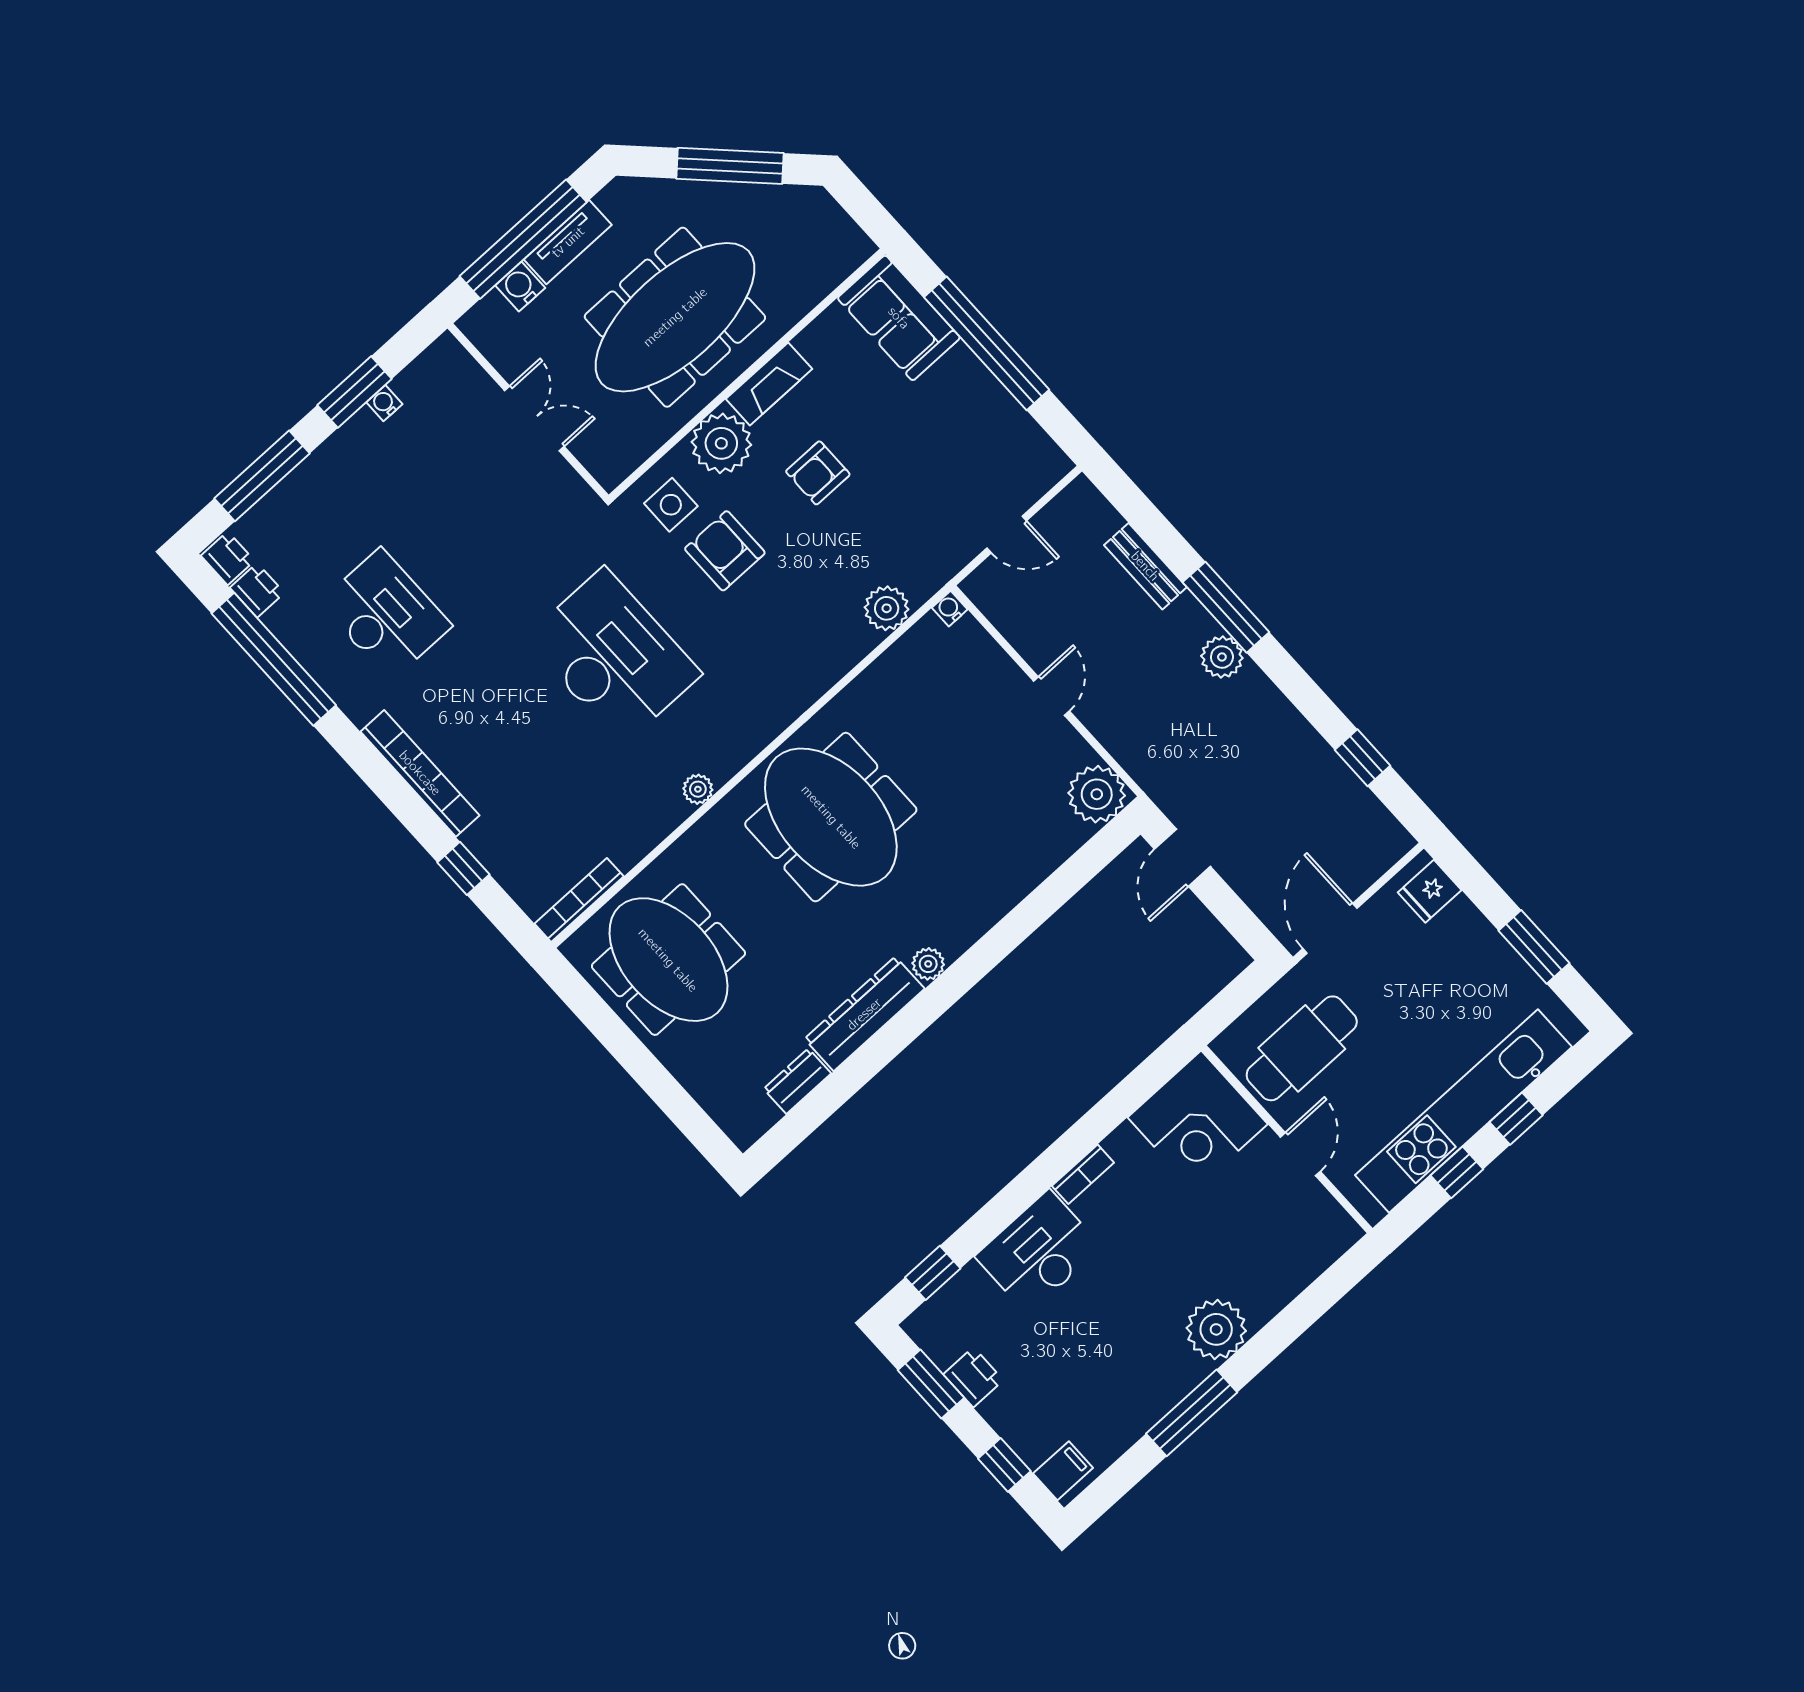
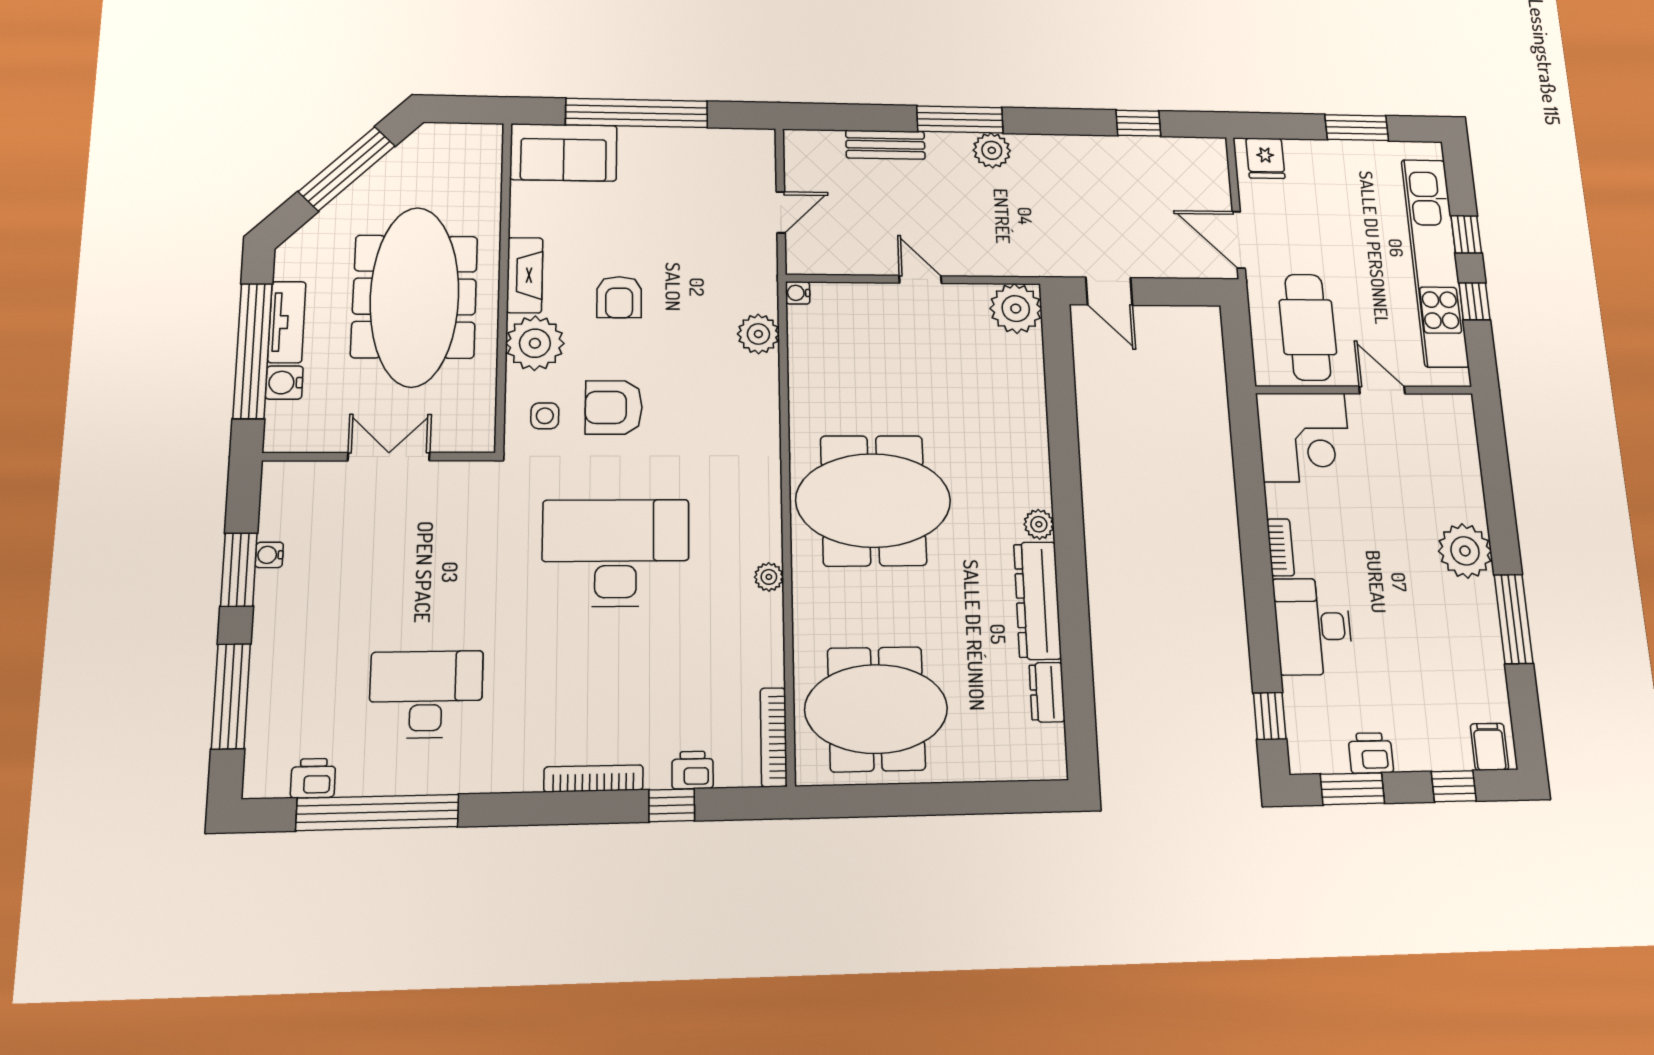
side table: (671, 505) -> (545, 416), width x0.73, depth x0.73
printer: (228, 558) -> (693, 770), moved
bookcase: (420, 773) -> (594, 778), width x0.68, depth x0.76

